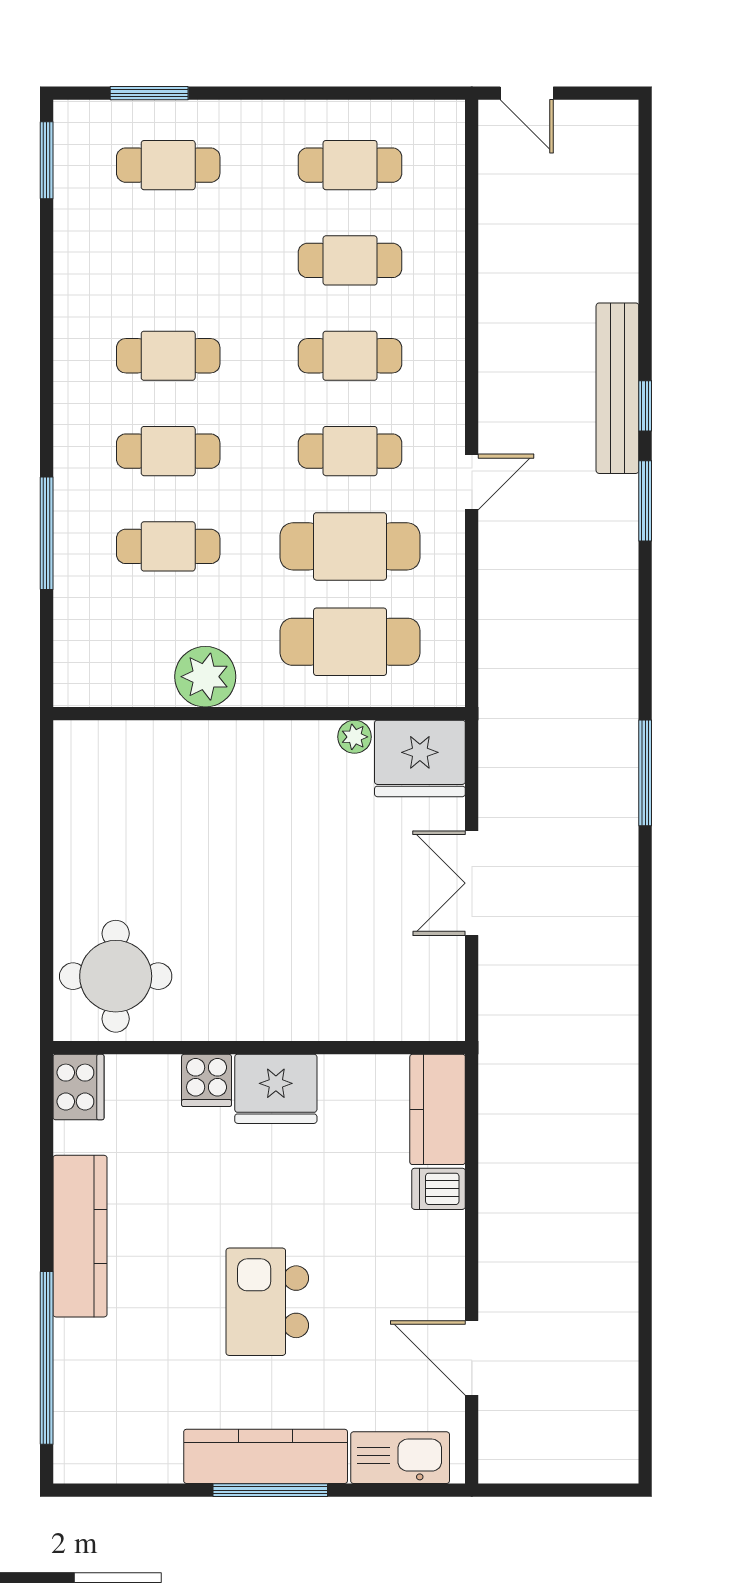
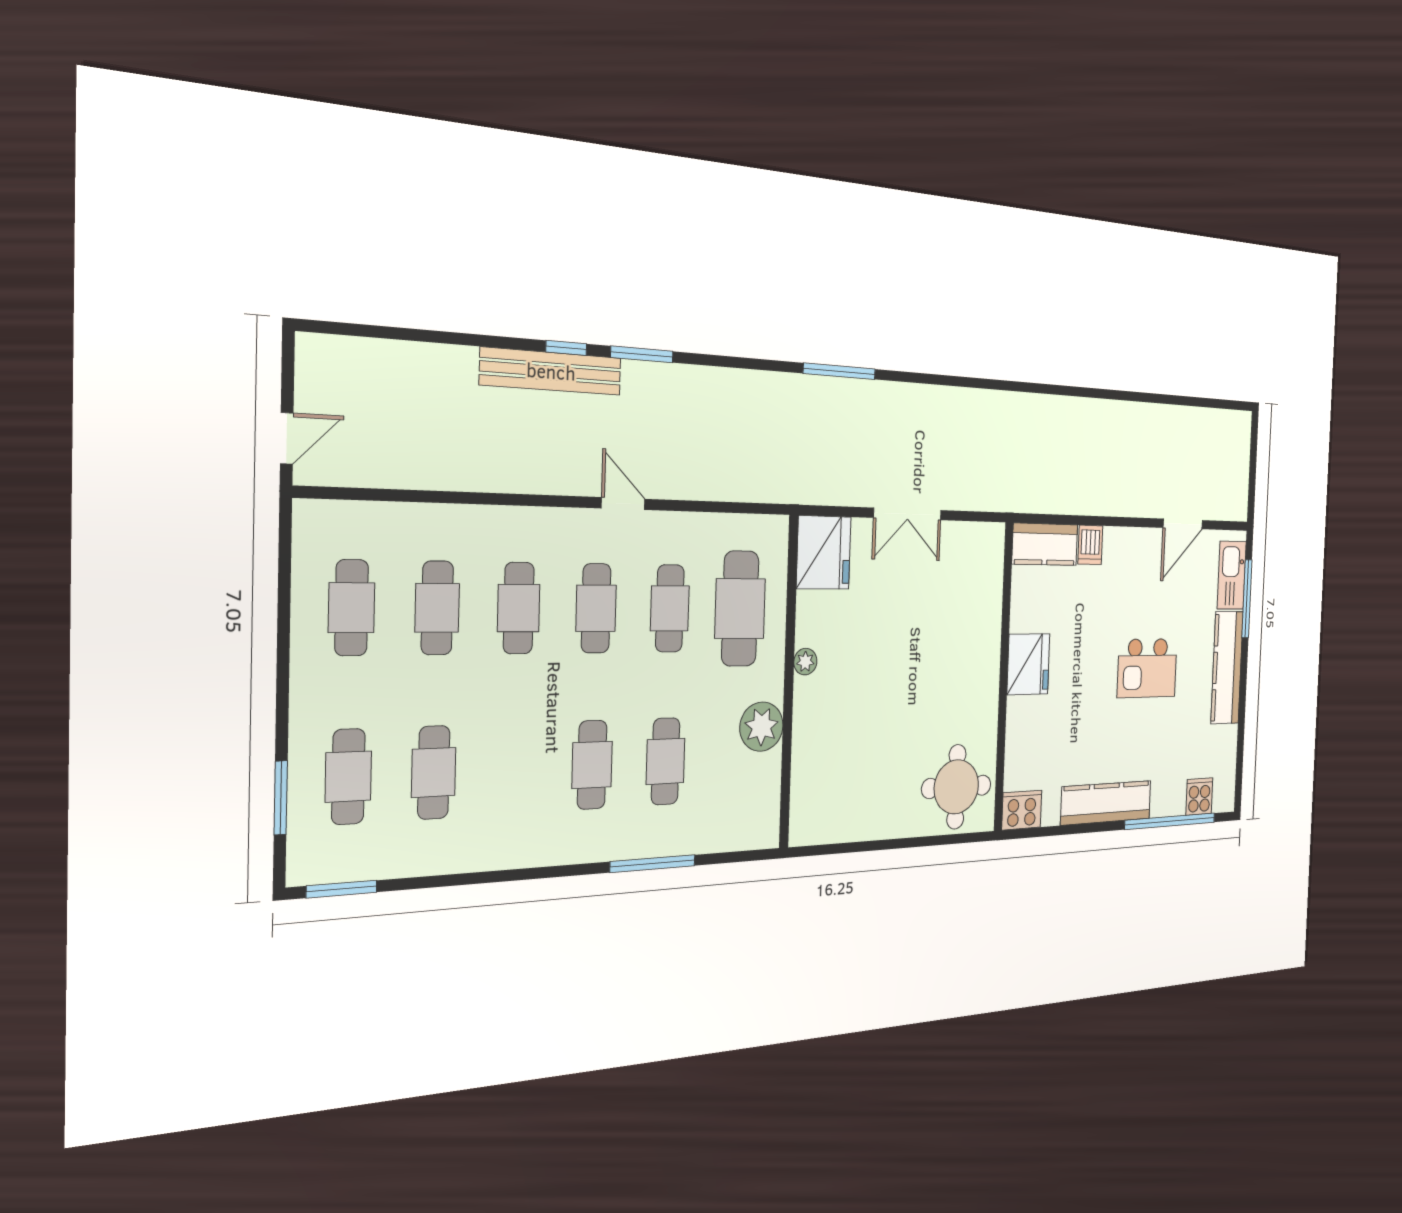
cafe table: (168, 356) -> (434, 772), moved
cafe table: (350, 546) -> (670, 608), width x0.73, depth x0.74
plant: (354, 737) -> (805, 662), moved
cooker: (207, 1080) -> (1199, 797), moved, turned -90
window: (270, 1490) -> (1247, 599), moved

